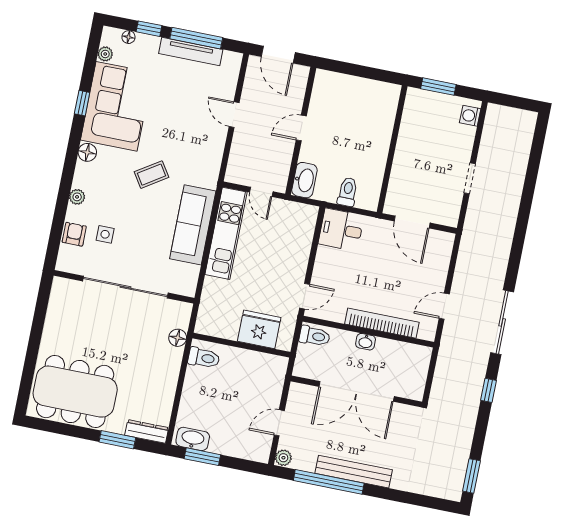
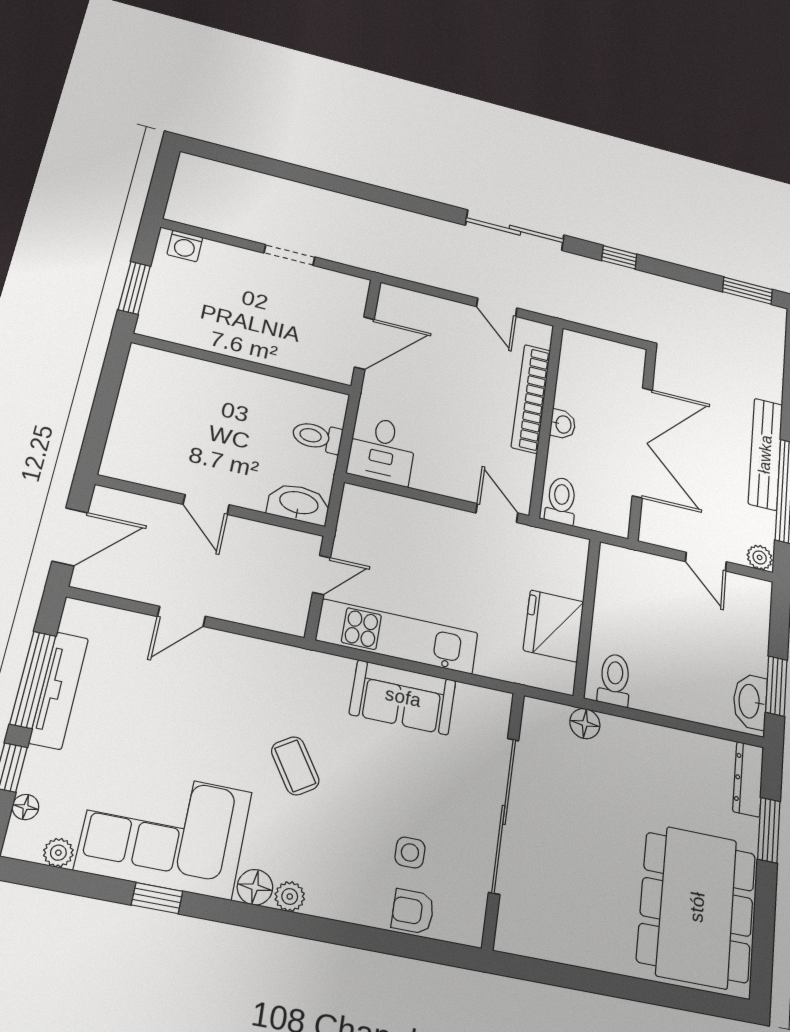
plant: (77, 197) -> (290, 896), moved
sofa: (193, 225) -> (403, 697), width x0.73
fridge: (259, 329) -> (554, 626), moved

